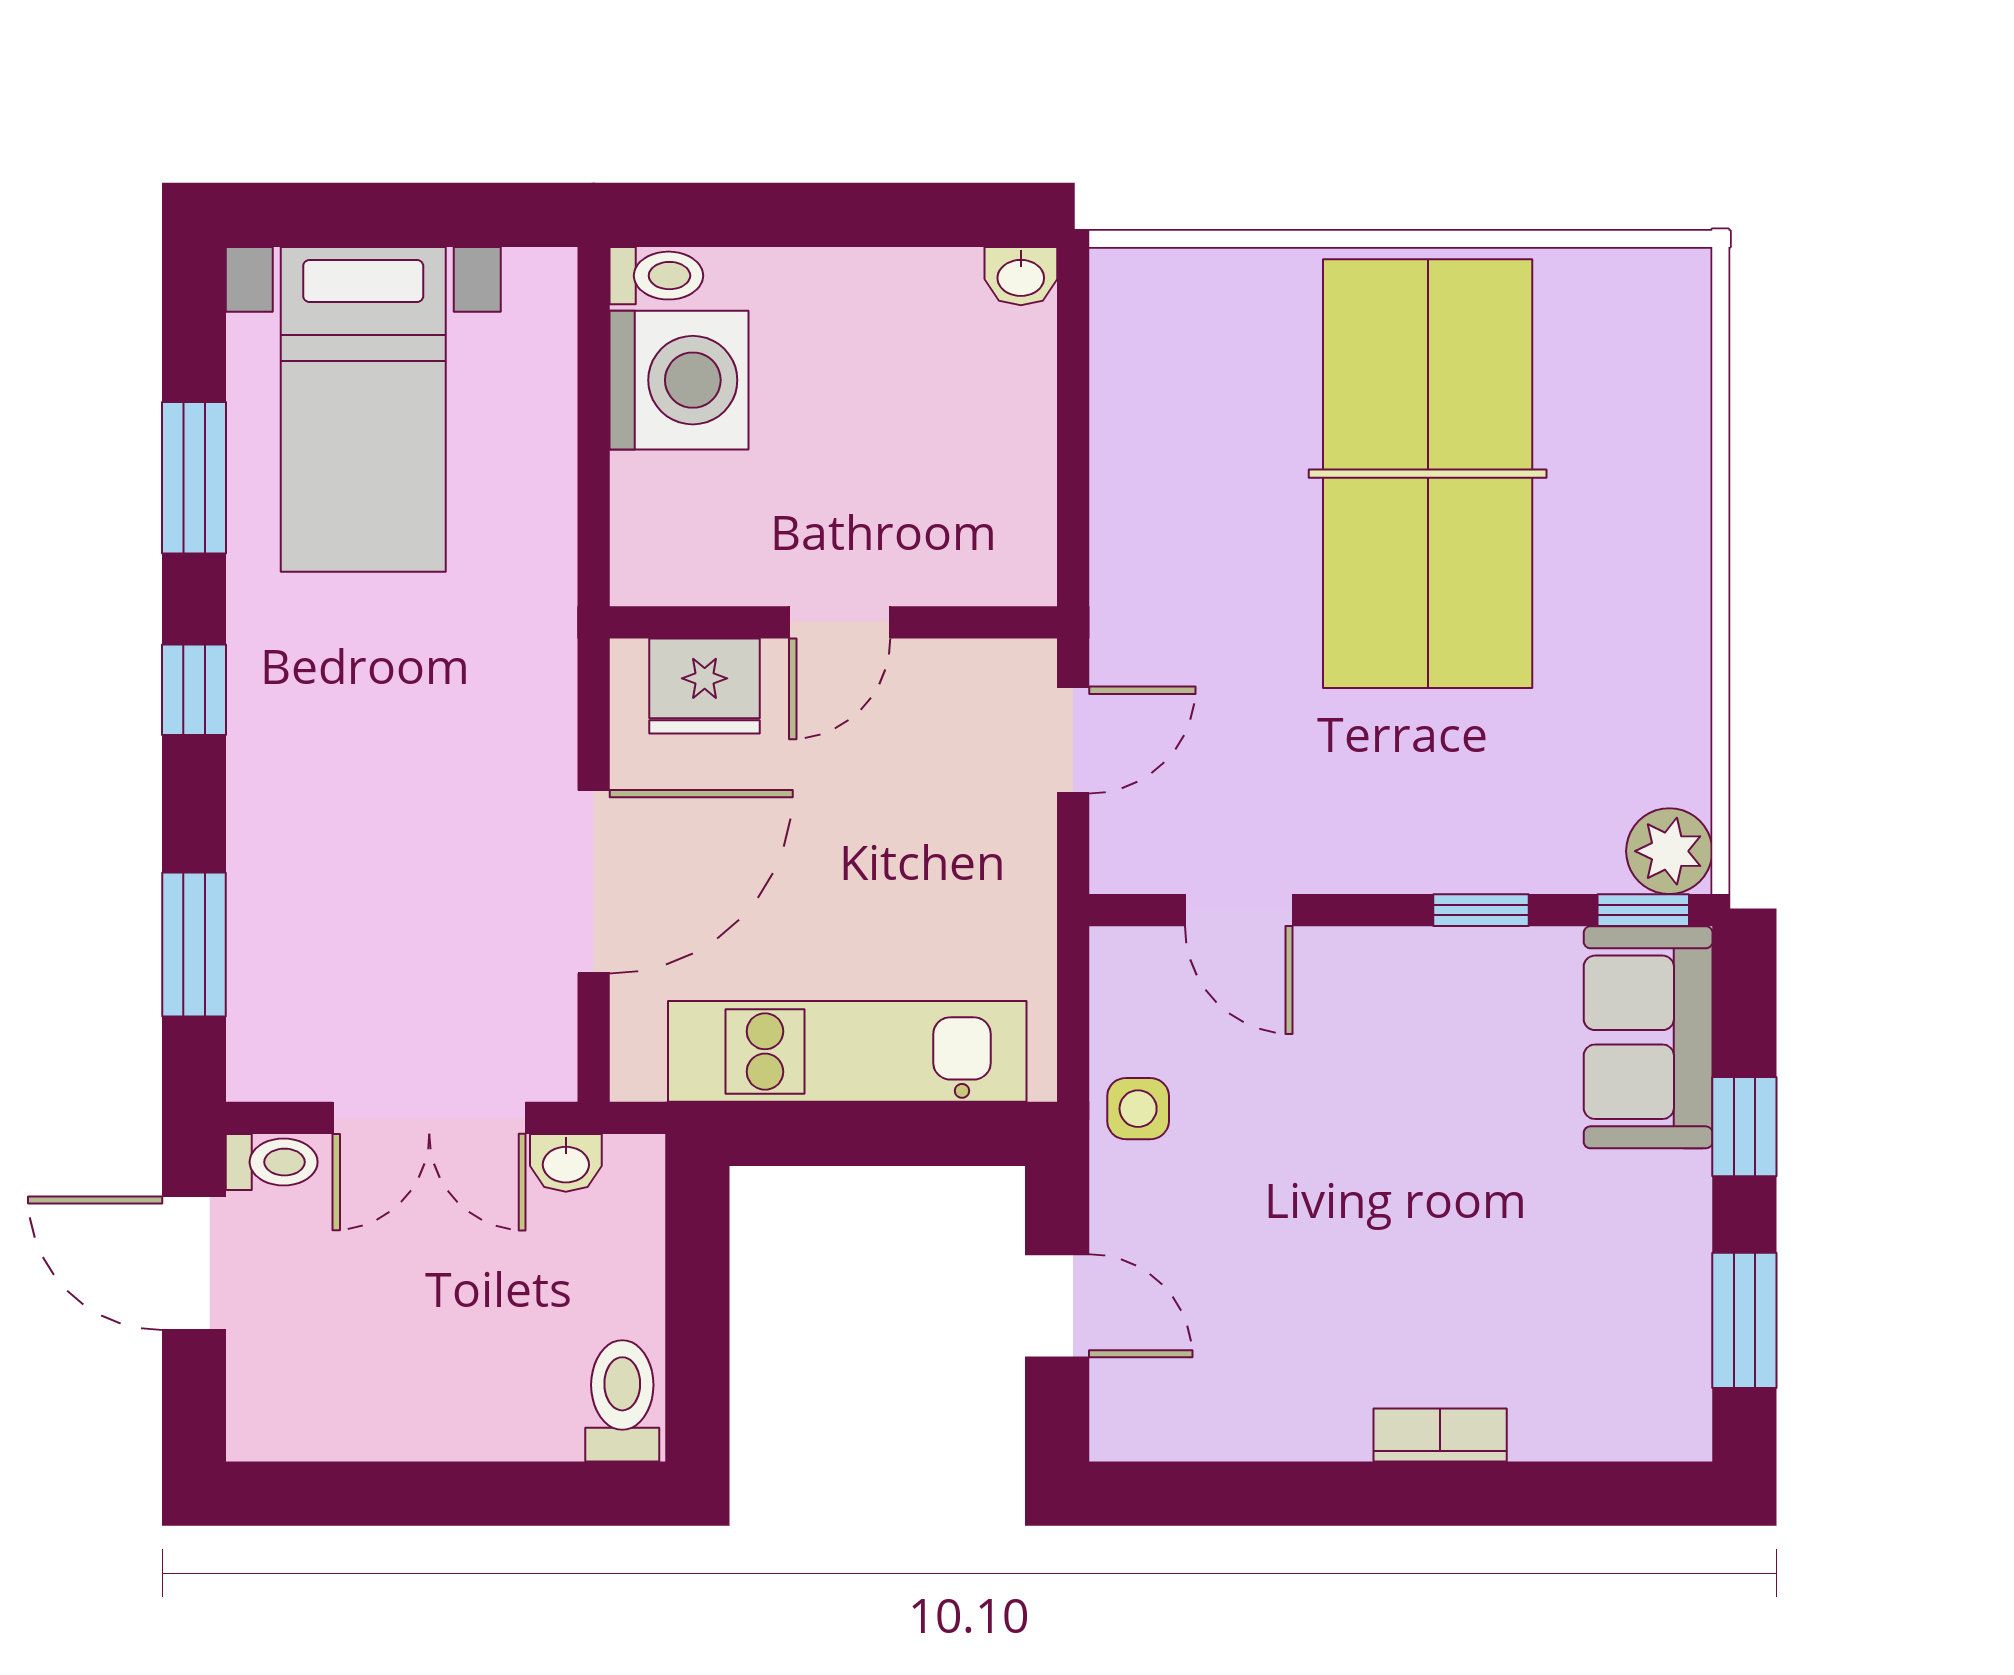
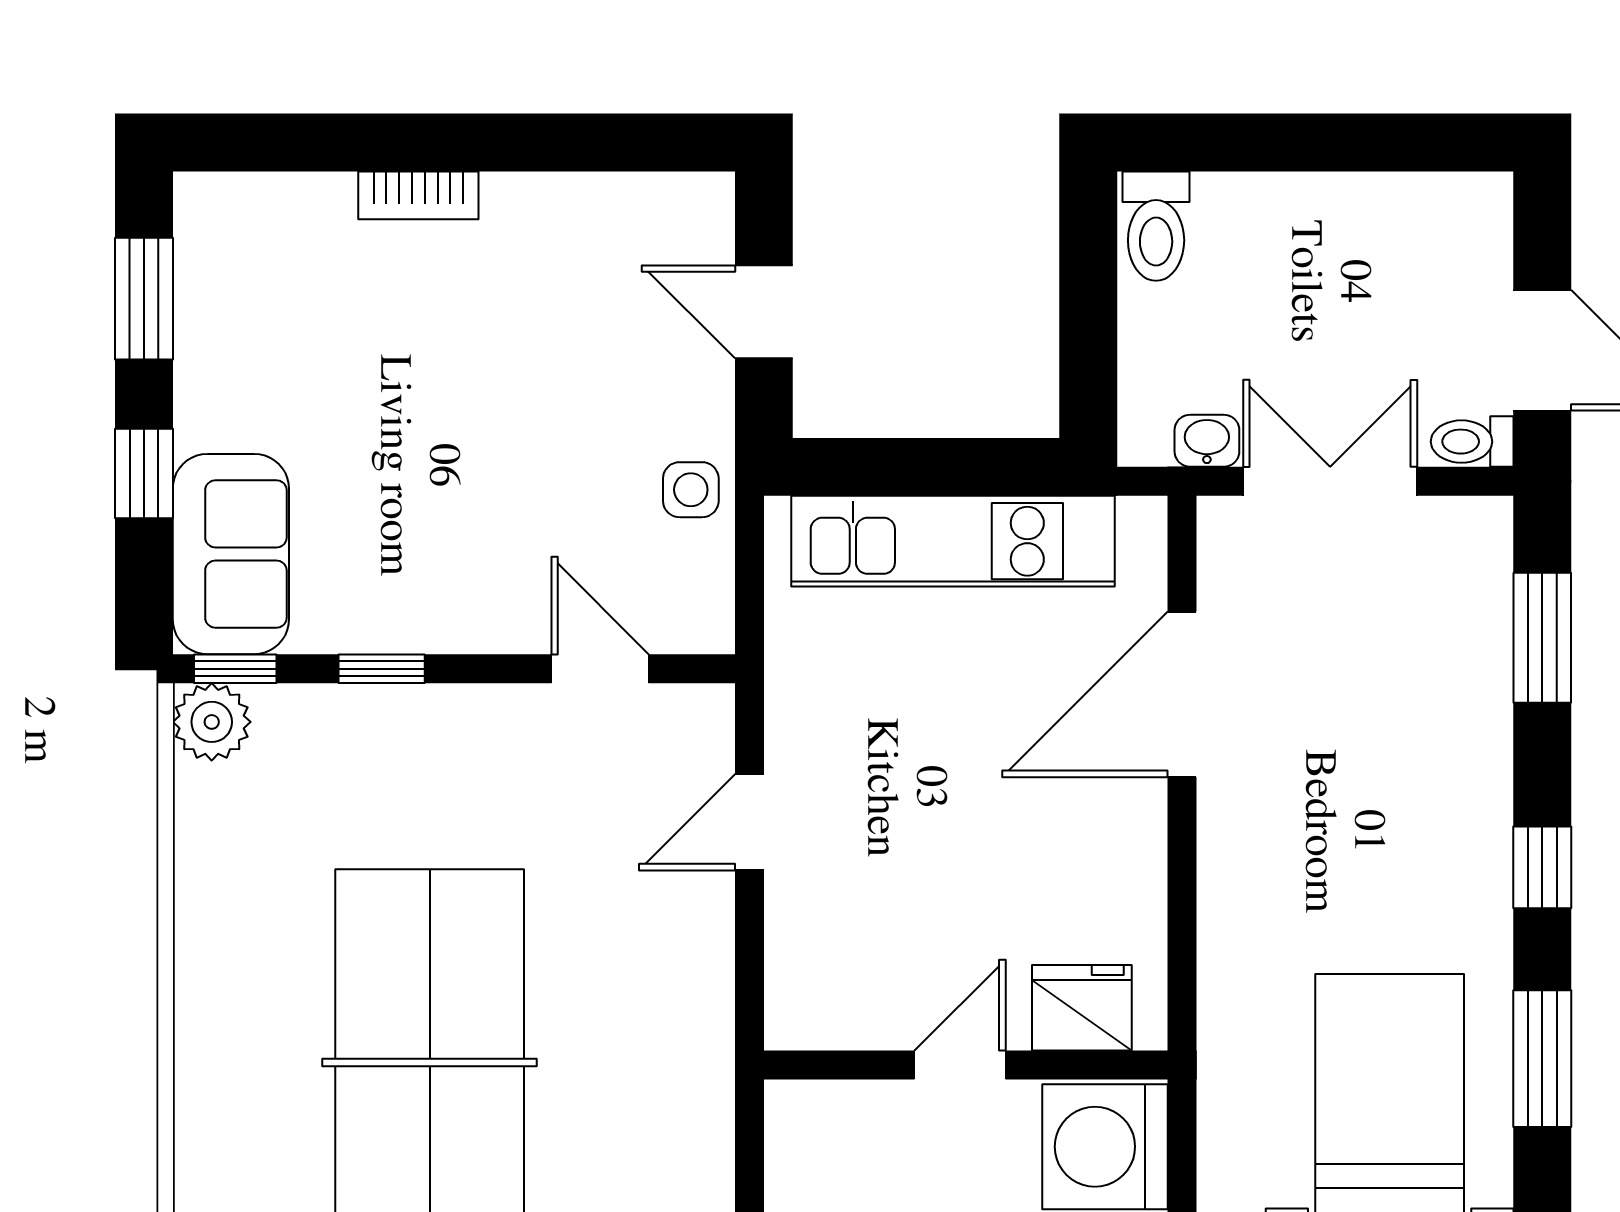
wall: (833, 622) -> (966, 1065), moved
door: (840, 622) -> (960, 1065), moved
fridge: (705, 686) -> (1082, 1008), moved

